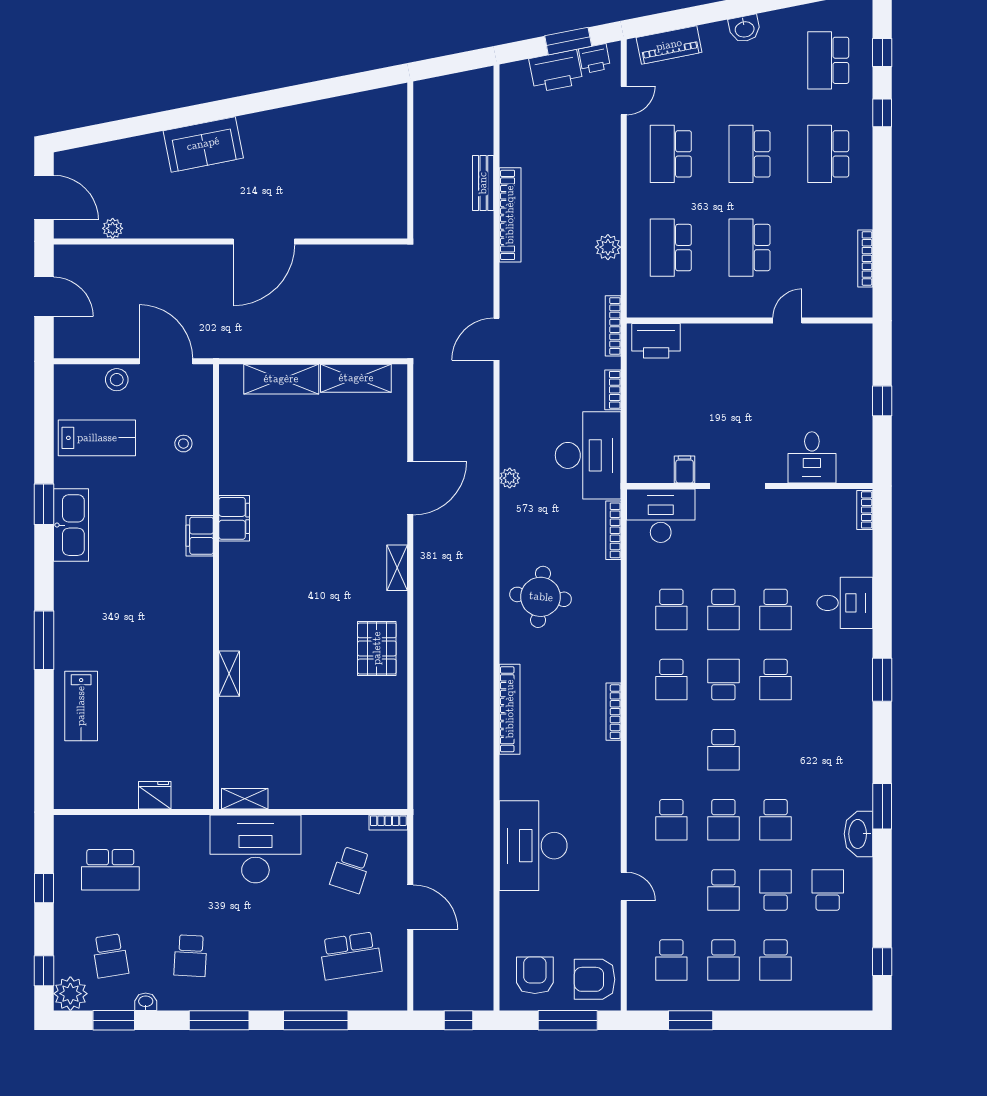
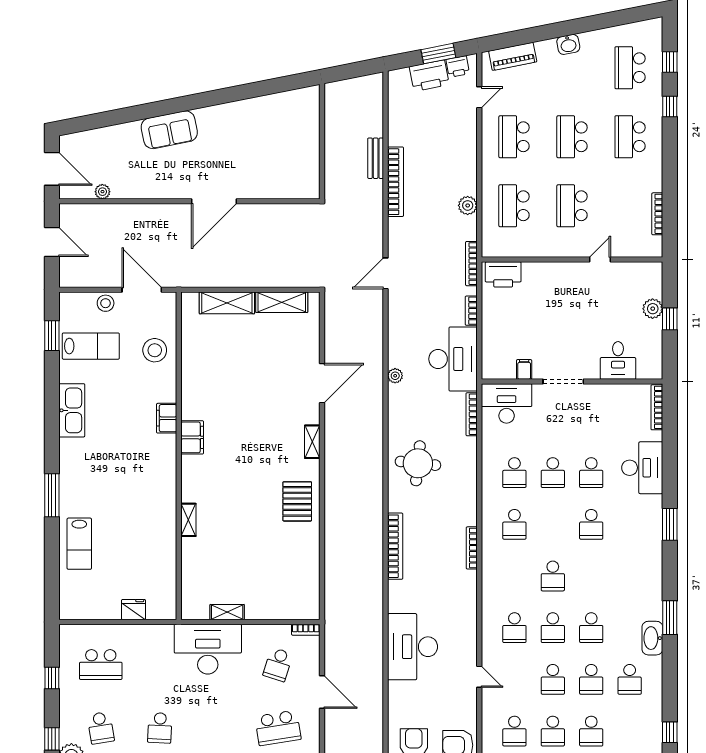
plant: (859, 387) -> (653, 309), added
stool: (183, 444) -> (155, 350), width x1.89, depth x1.89
window: (44, 504) -> (52, 336), moved
bookcase: (865, 510) -> (657, 407), width x1.56
filing cabinet: (234, 518) -> (192, 437), moved
desk: (845, 603) -> (642, 468), width x1.37
school desk: (723, 680) -> (553, 524), removed
shelving: (245, 799) -> (227, 612), moved
school desk: (776, 890) -> (591, 679), turned 180
school desk: (828, 890) -> (630, 679), turned 180

